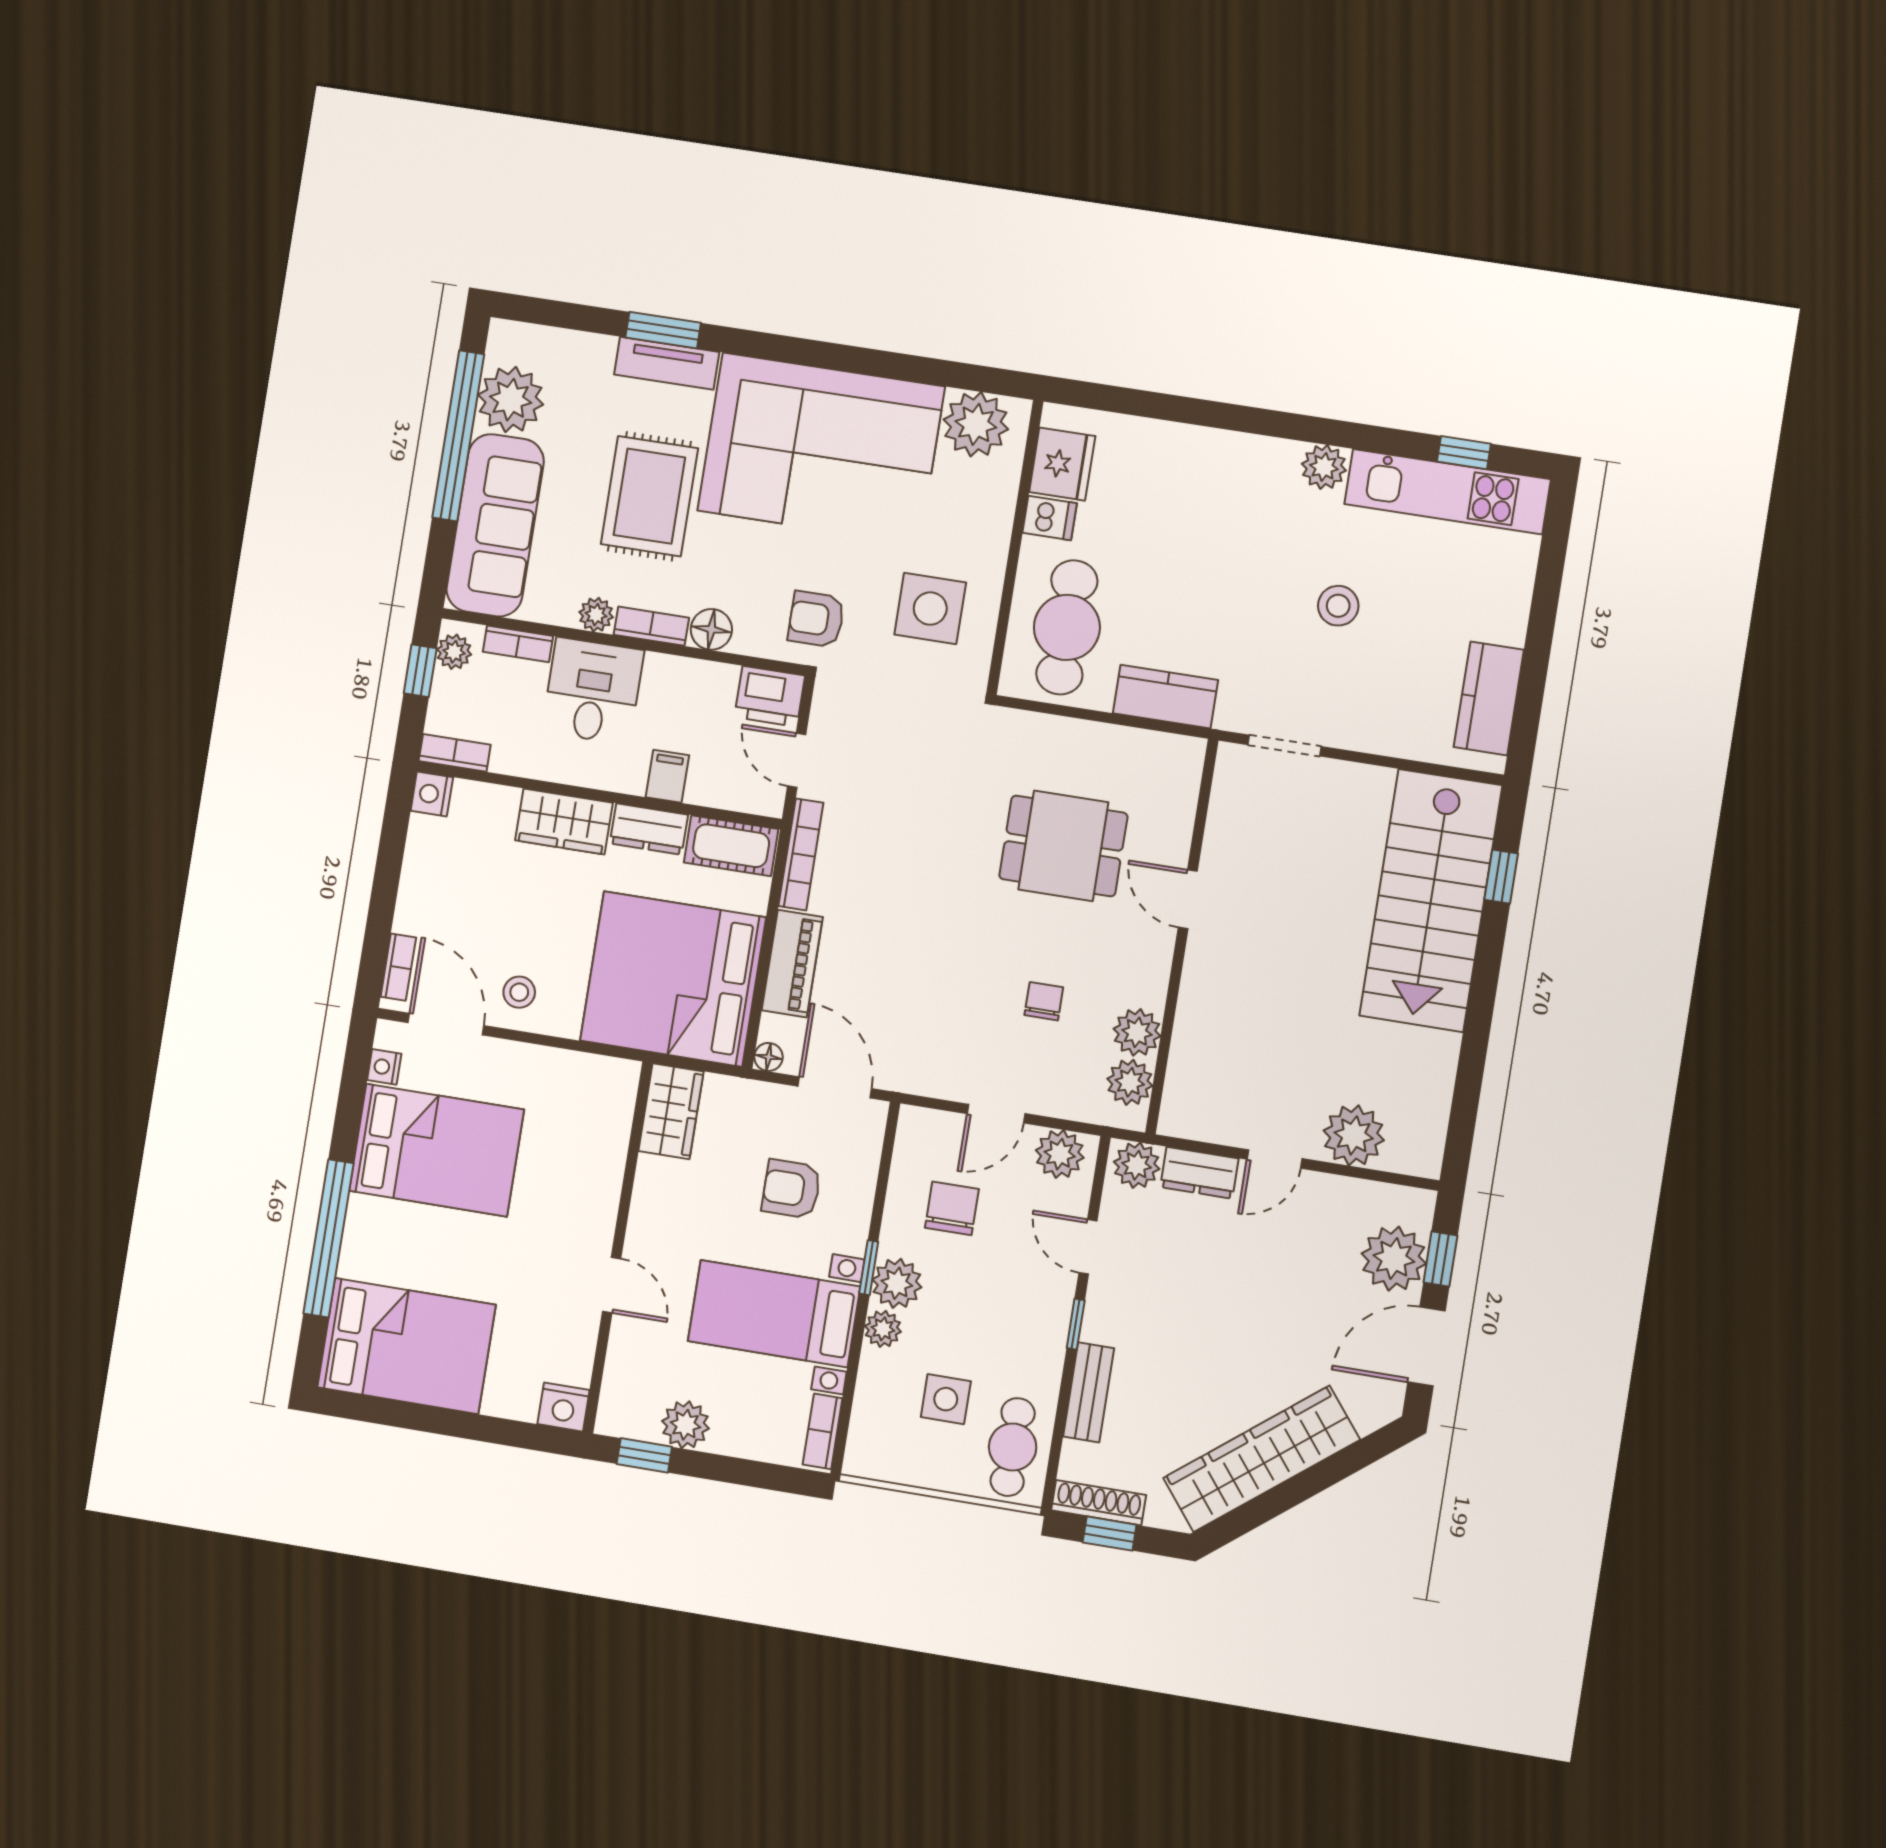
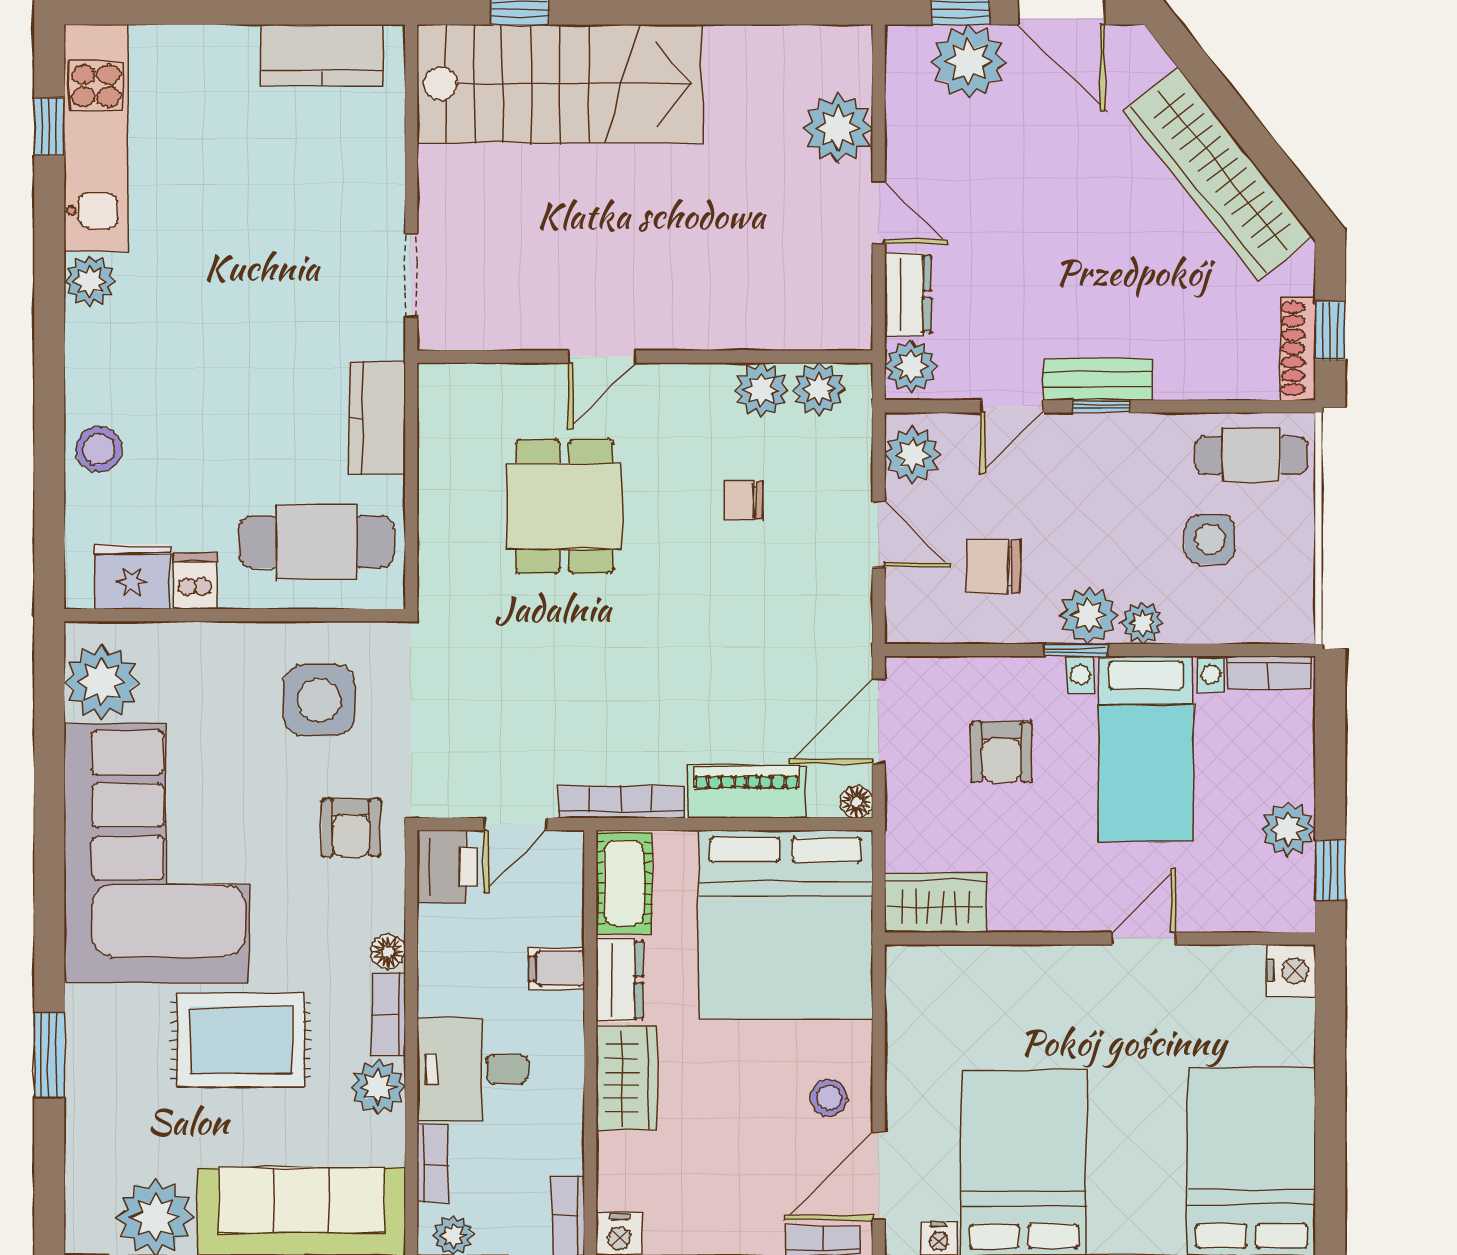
tv unit: (667, 363) -> (86, 1045), removed
stool: (1338, 606) -> (99, 449), moved
plant: (596, 615) -> (378, 1087), width x1.38, depth x1.38
floor lamp: (711, 629) -> (388, 952), width x0.73, depth x0.73
bench: (1089, 1392) -> (1098, 380), moved

